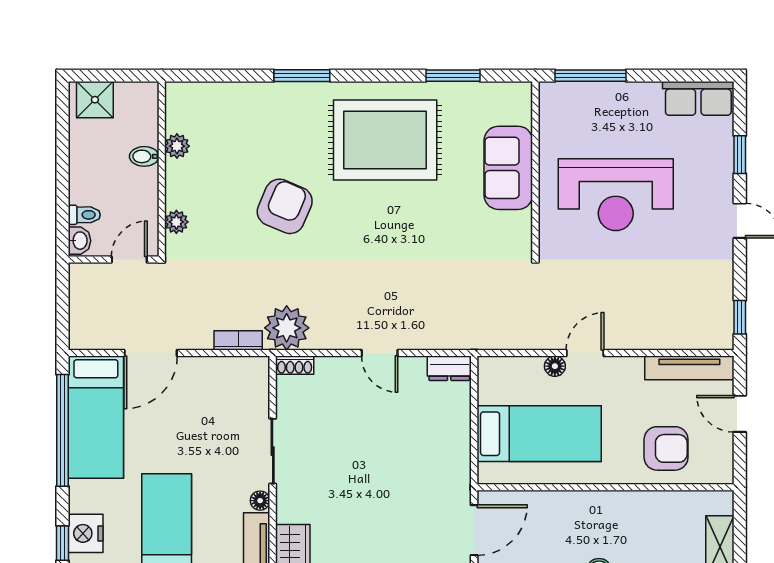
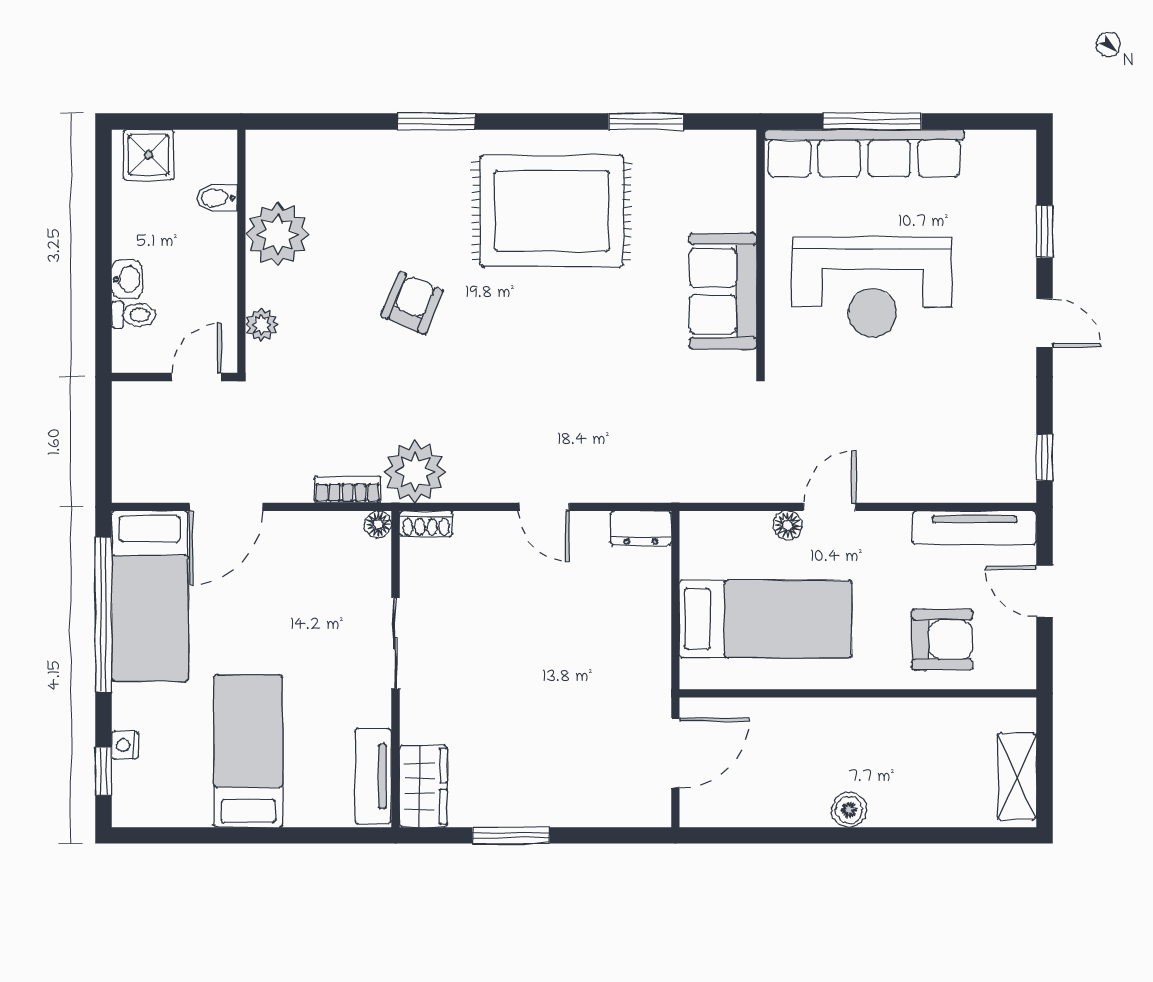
window: (591, 76) -> (872, 121), moved
row of seats: (698, 98) -> (864, 153), moved, width x2.02
plant: (177, 146) -> (278, 234), width x1.88, depth x1.88
bidet: (144, 156) -> (217, 198), moved
sofa: (508, 168) -> (723, 291), moved
armchair: (285, 206) -> (412, 303), width x0.72, depth x0.72
washbasin: (79, 241) -> (127, 279), moved
floor lamp: (260, 501) -> (378, 524), moved
nightstand: (86, 533) -> (125, 745), width x0.53, depth x0.56

